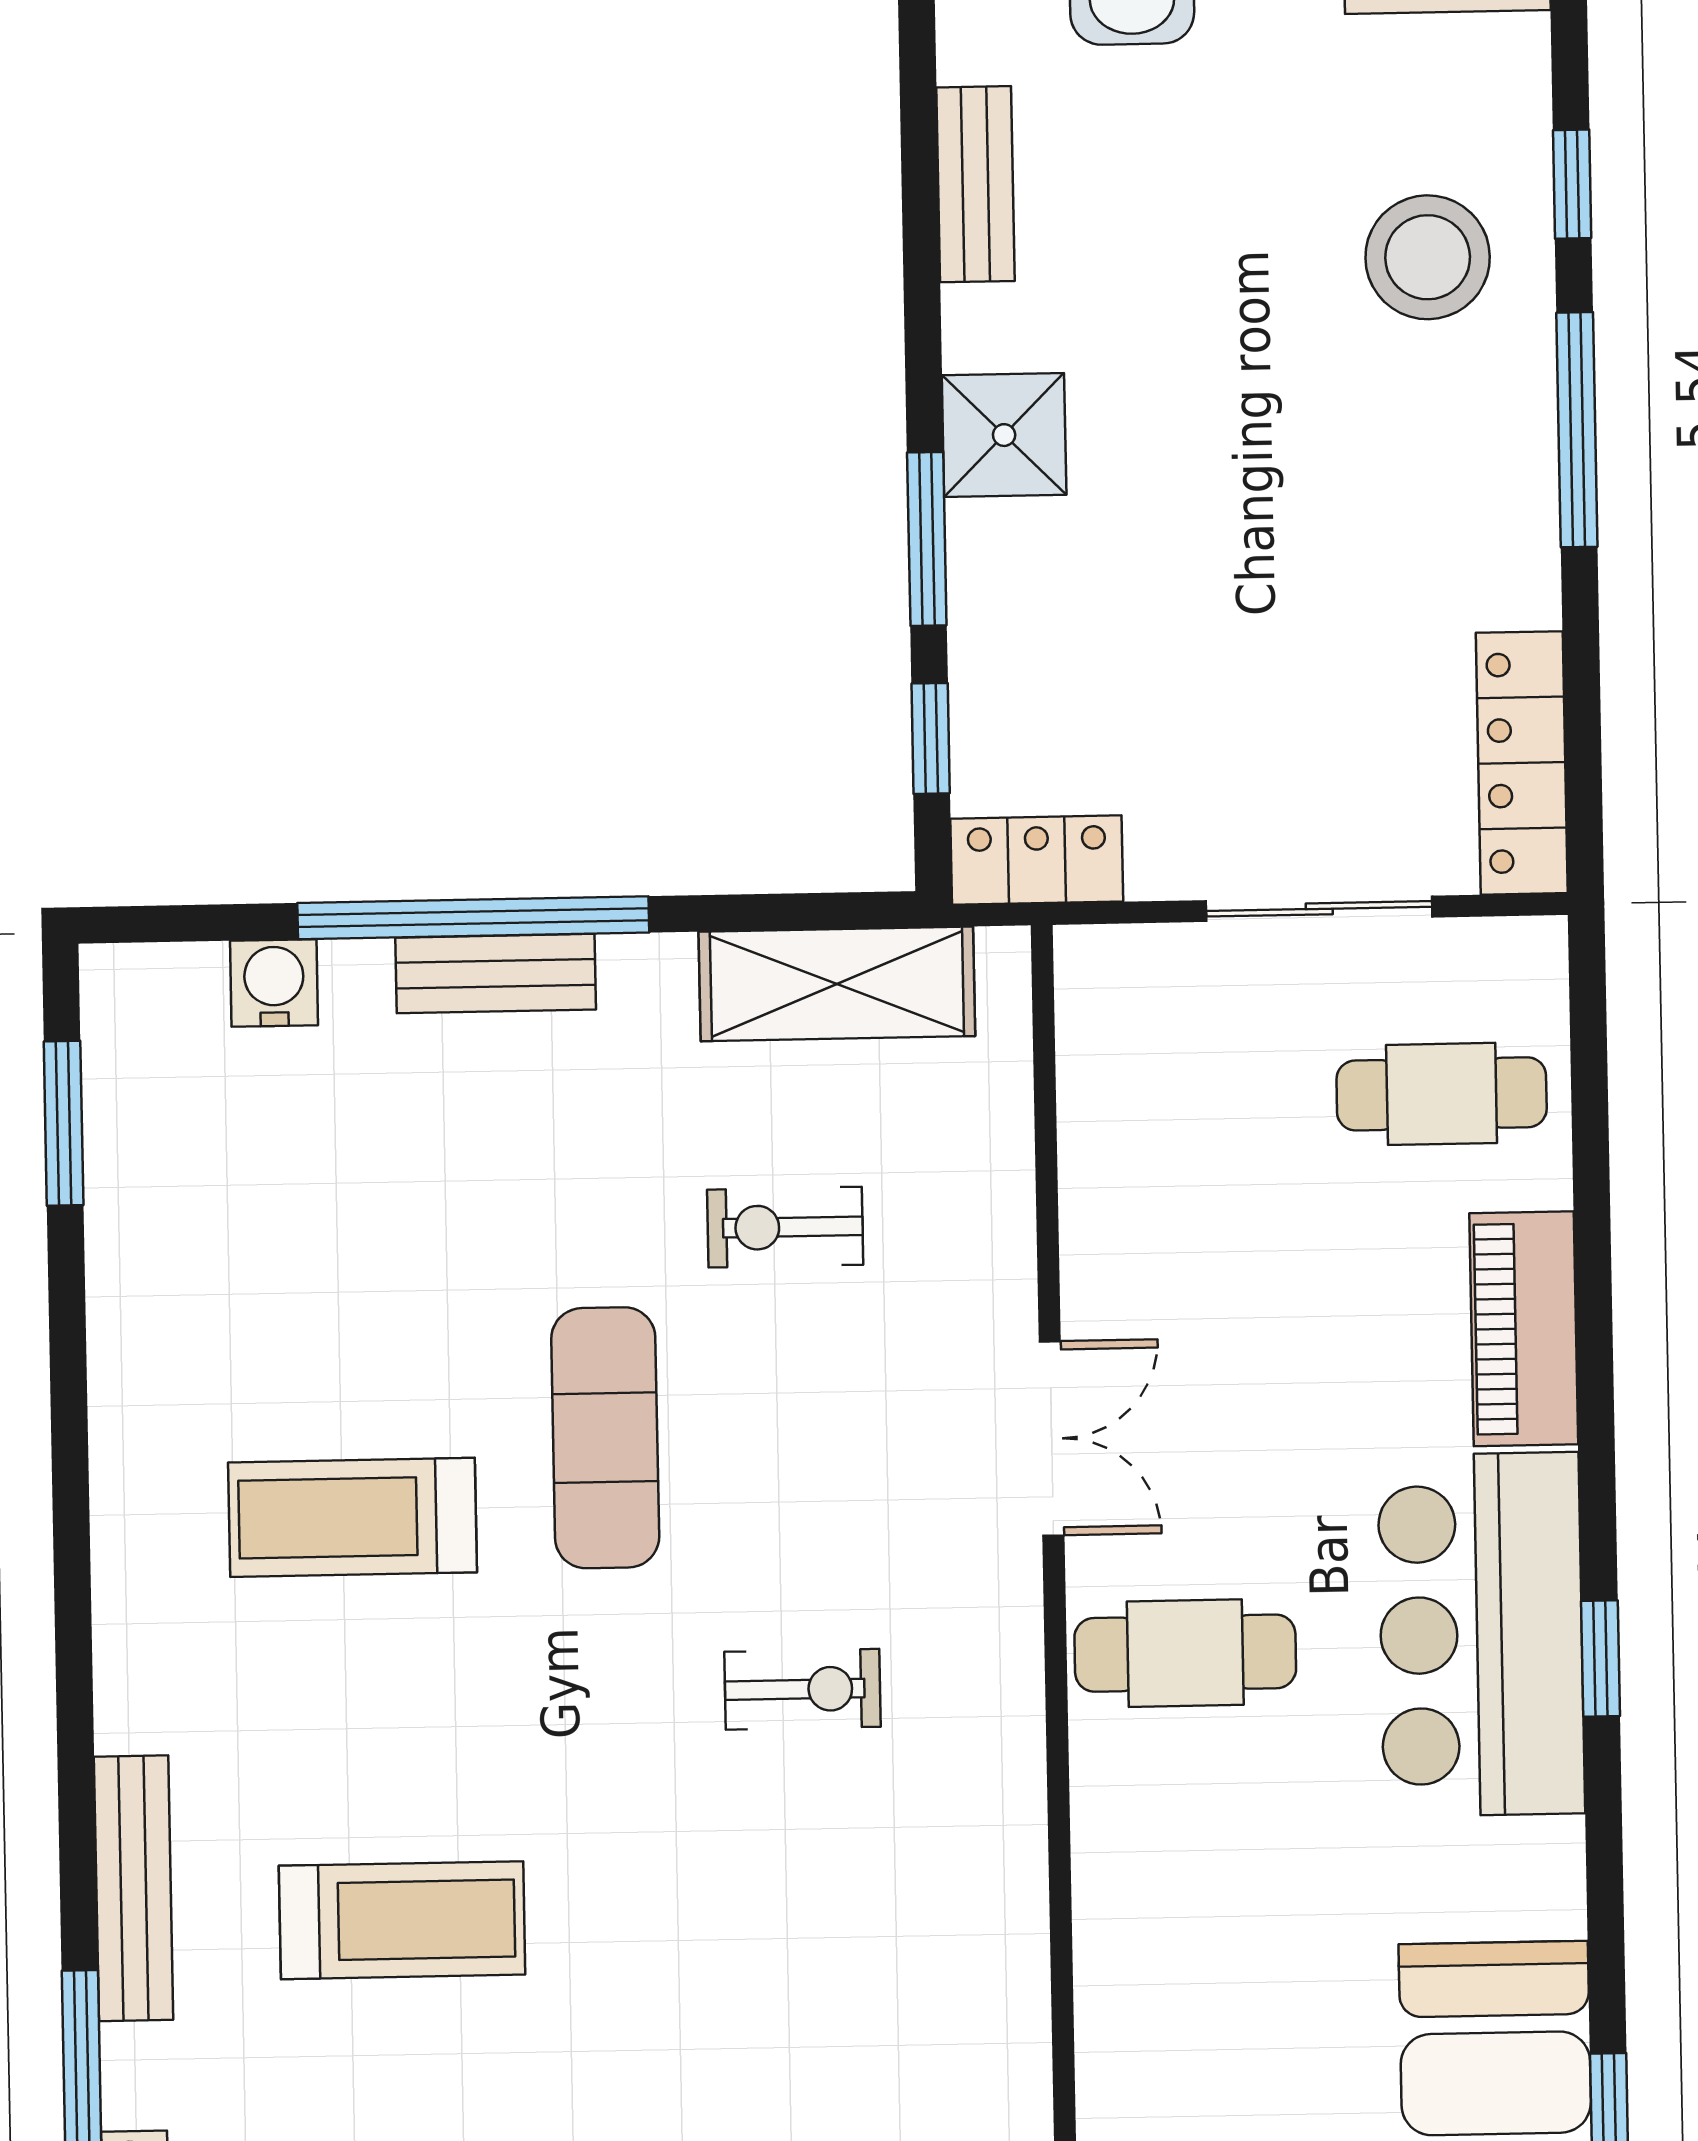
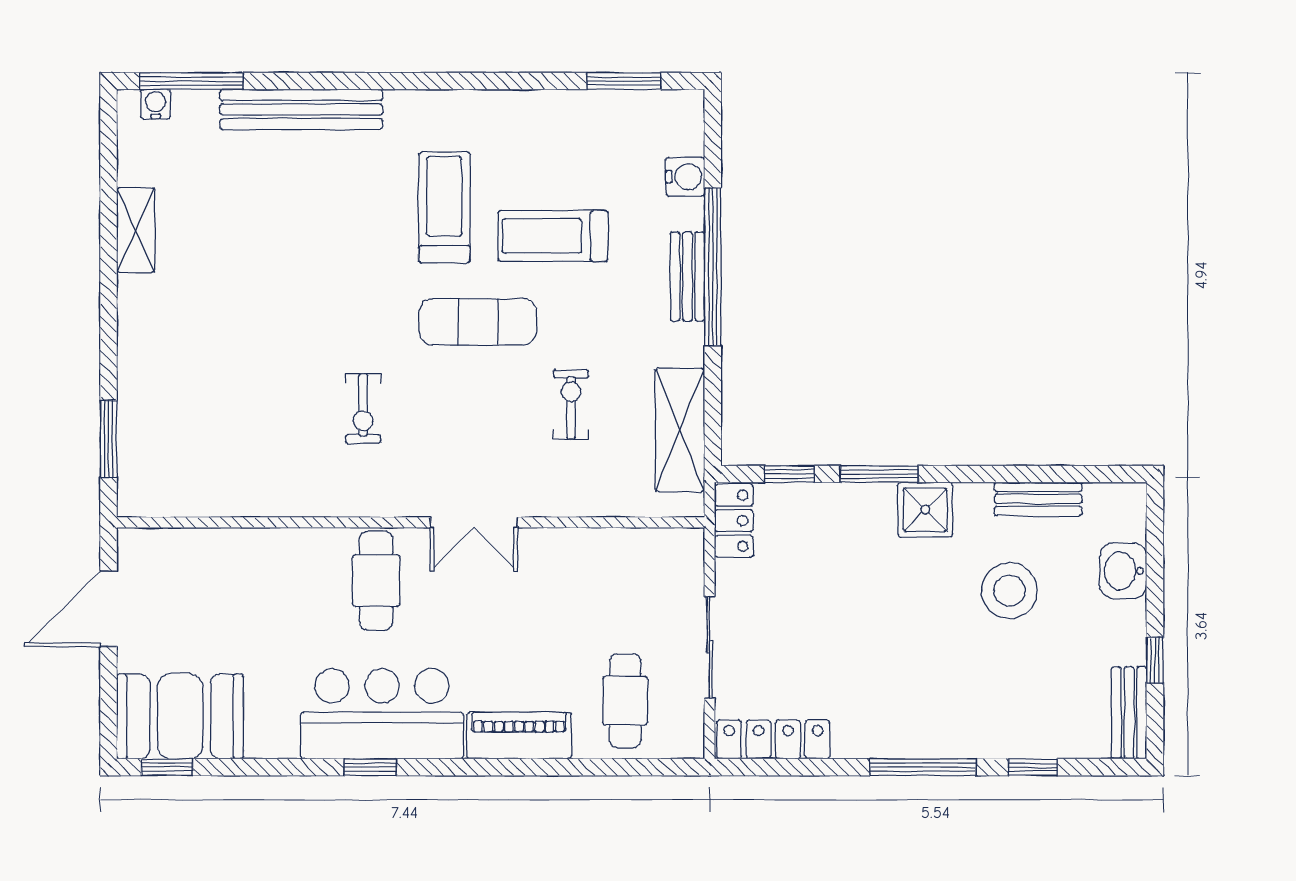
stool: (1428, 257) -> (1009, 591), moved
bench: (134, 1888) -> (301, 109), width x1.37, depth x1.21
treadmill: (402, 1920) -> (553, 236), moved, turned 90

